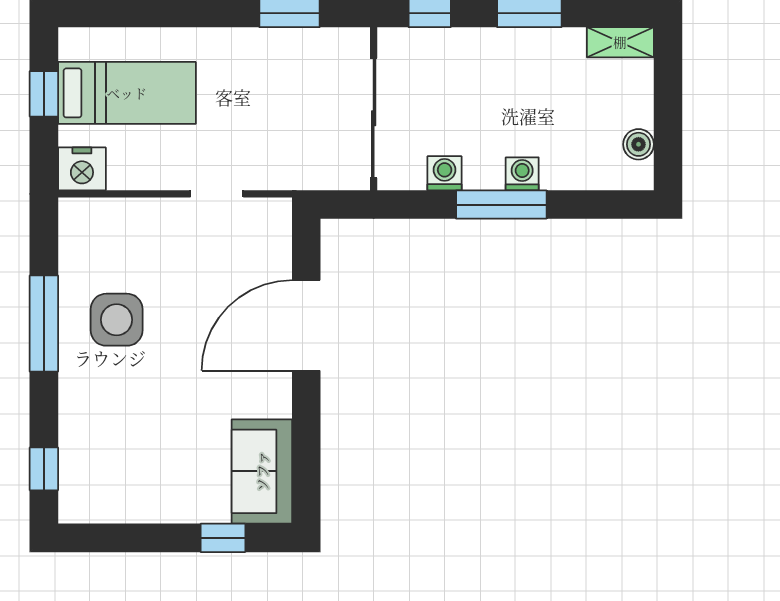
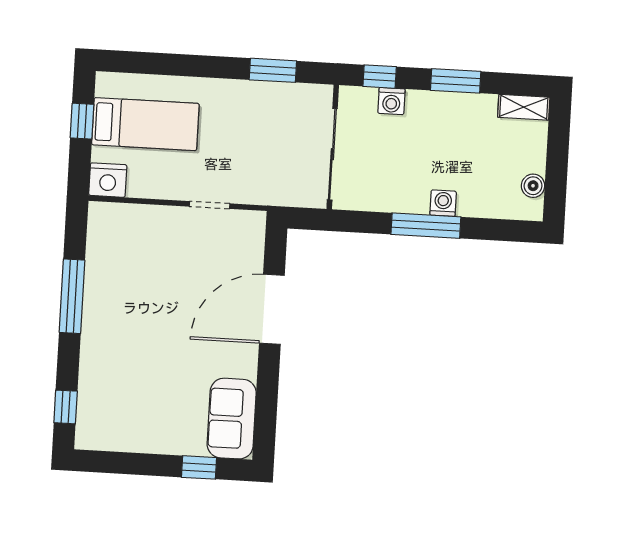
washing machine: (445, 173) -> (391, 101), moved, turned 180
side table: (117, 320) -> (128, 297), removed

